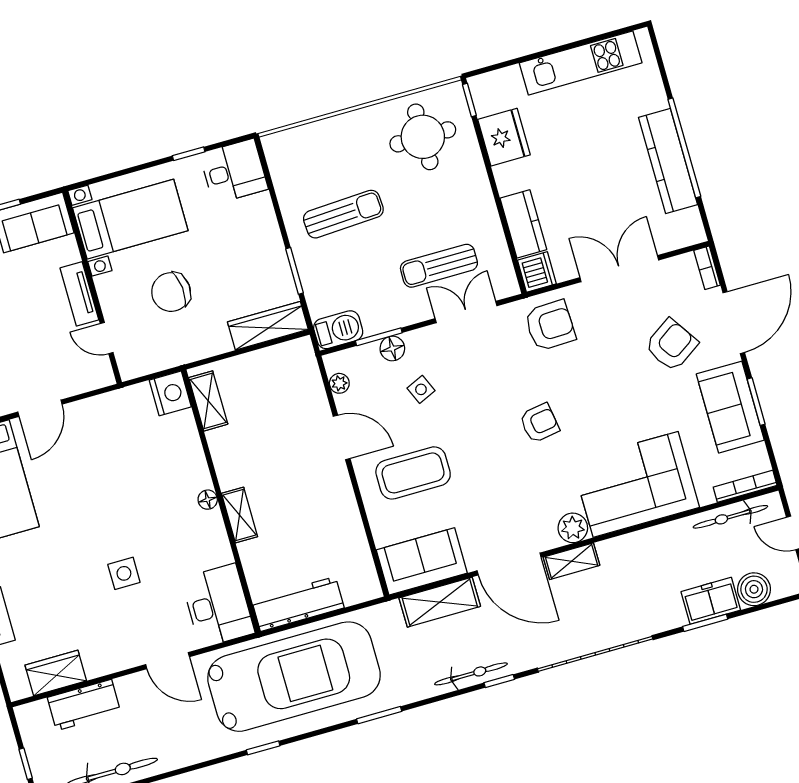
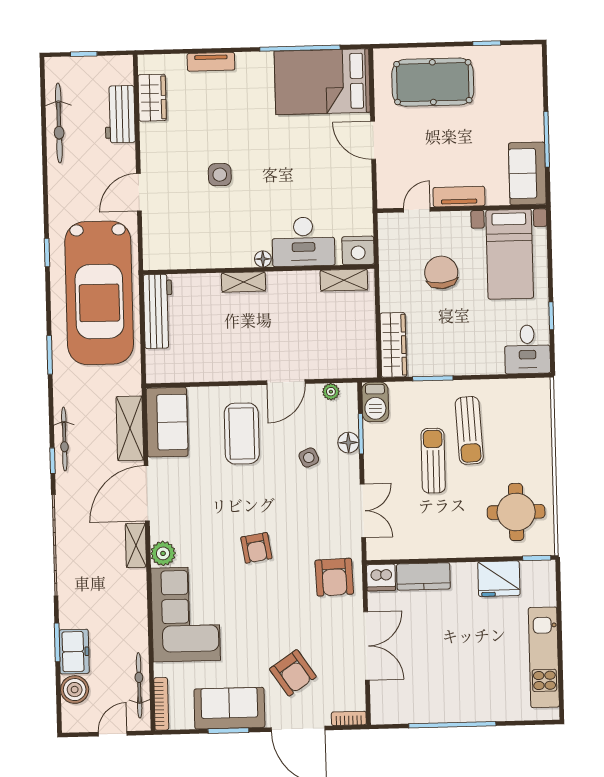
kitchen counter: (668, 161) -> (445, 709), removed
sun lounger: (439, 266) -> (433, 461), moved
desk: (218, 606) -> (303, 242), moved

